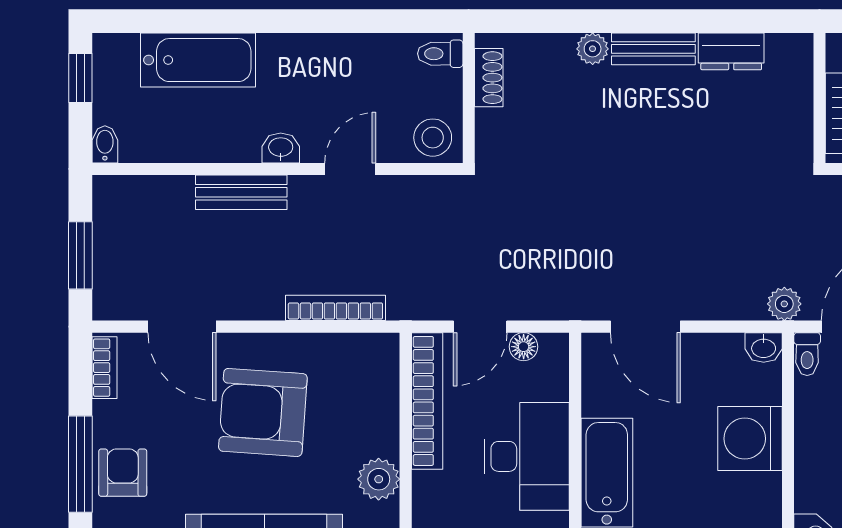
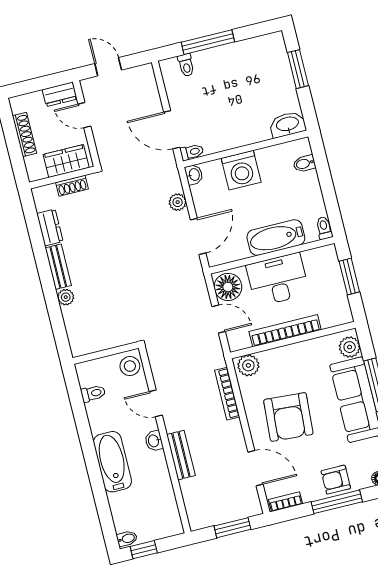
toilet: (440, 54) -> (93, 393), moved, turned -90
bathtub: (198, 60) -> (112, 462), moved
shoe rack: (489, 78) -> (72, 186), moved, turned 180
bidet: (105, 144) -> (127, 539), moved, turned 180
plant: (784, 304) -> (178, 202), moved
door: (182, 327) -> (255, 468), hinge flipped
floor lamp: (524, 347) -> (228, 287), width x1.89, depth x1.89
bookcase: (427, 401) -> (285, 331), moved
plant: (379, 479) -> (248, 365), moved

